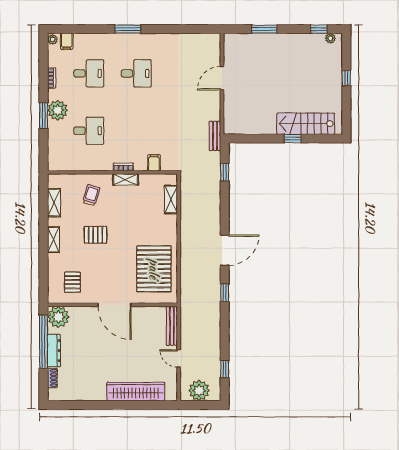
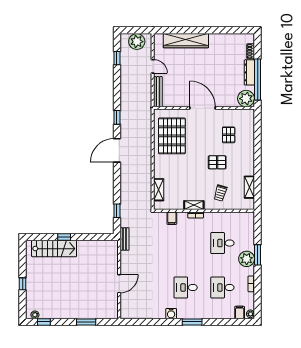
water cooler: (155, 40) -> (171, 314), added
shelving: (53, 240) -> (250, 158), removed
pallet: (72, 282) -> (229, 135), moved

